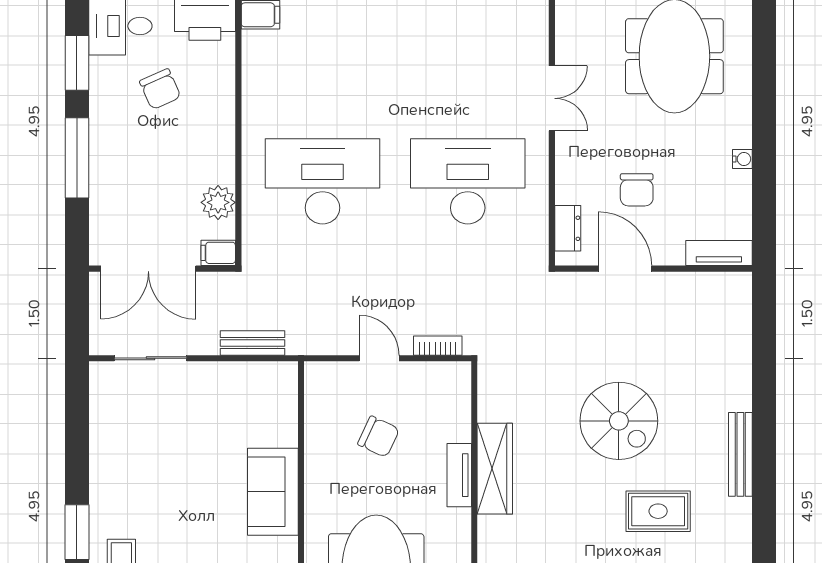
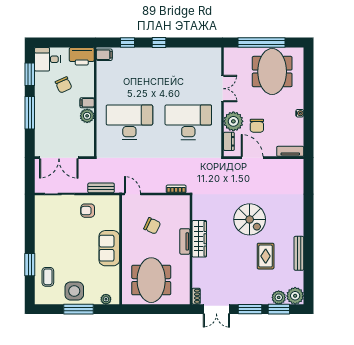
plant: (579, 179) -> (233, 121), added
plant: (218, 202) -> (87, 116), moved
filing cabinet: (218, 253) -> (87, 103), moved
door: (379, 358) -> (133, 194), moved
armchair: (220, 399) -> (88, 211), added
bench: (740, 454) -> (299, 253), moved
rug: (658, 511) -> (266, 256), turned 90

